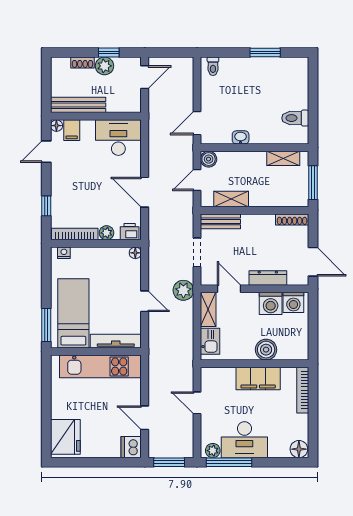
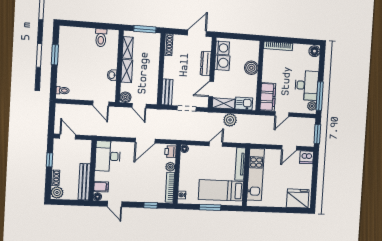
plant: (104, 66) -> (57, 192), moved
shelving: (231, 199) -> (127, 71), moved
plant: (183, 290) -> (230, 120), moved
window: (46, 325) -> (210, 207), moved
filing cabinet: (258, 379) -> (268, 97), moved

